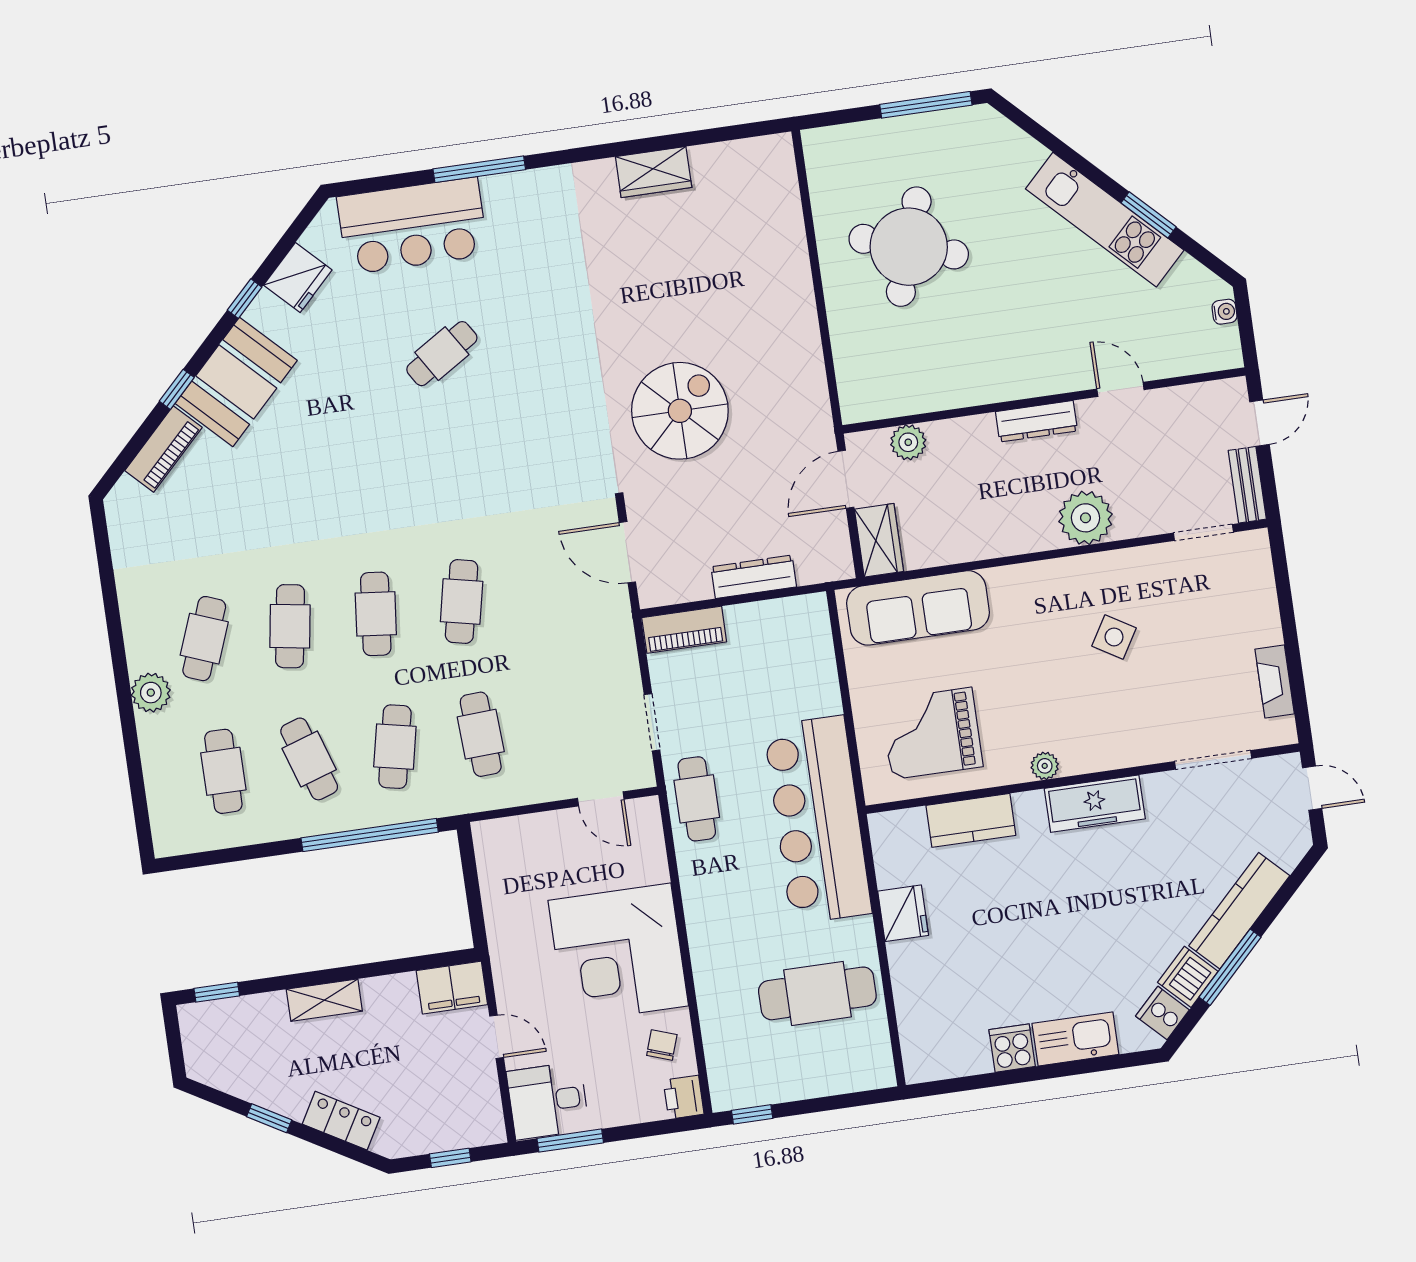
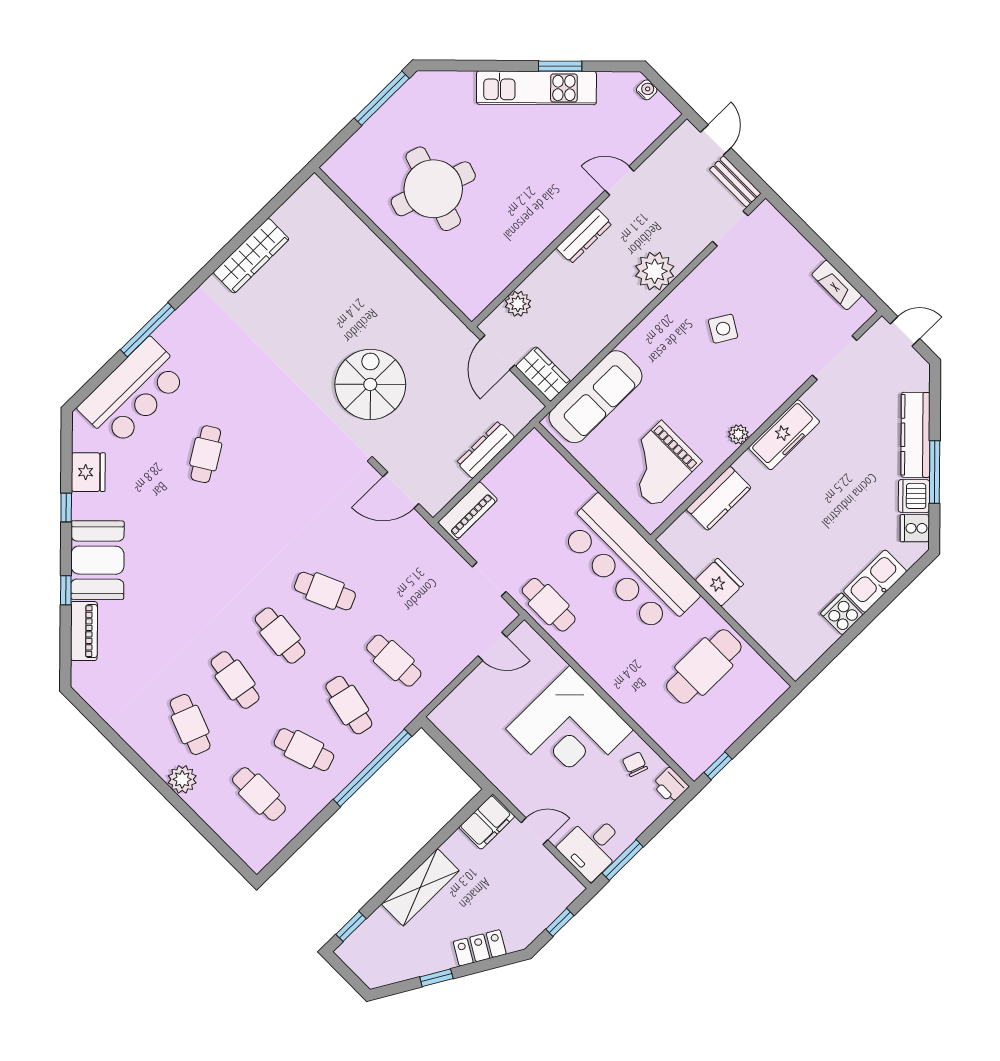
wardrobe: (654, 172) -> (251, 256), width x1.50
cafe table: (462, 601) -> (325, 591), turned -36
shelving: (324, 1000) -> (420, 887), width x1.50, depth x1.33

